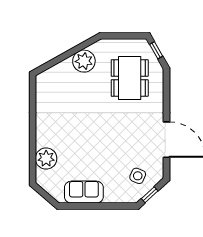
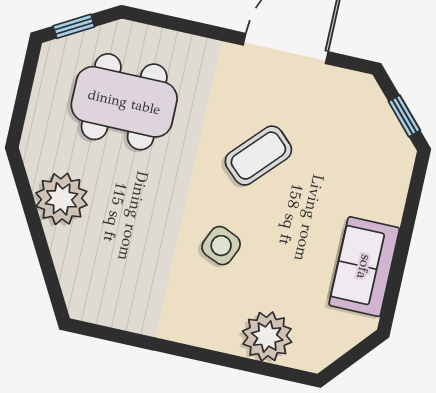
coffee table: (120, 138) -> (258, 156), added
side table: (138, 176) -> (221, 246), moved

